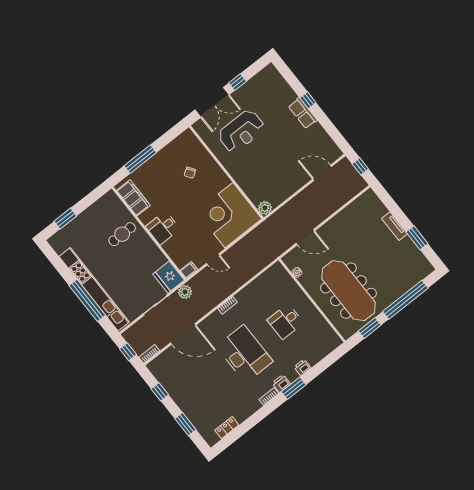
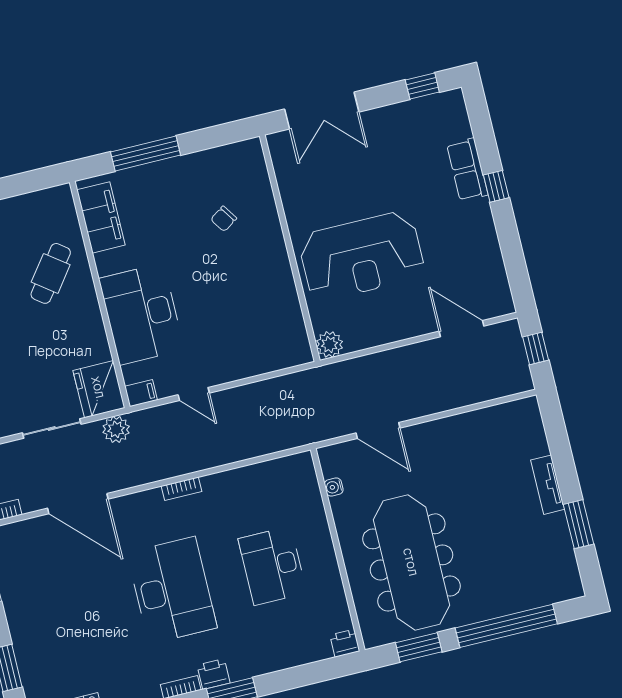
window: (238, 82) -> (422, 86), moved
row of seats: (303, 113) -> (467, 170), moved
reception desk: (241, 131) -> (362, 256), moved, width x1.36, depth x1.30
corner desk: (229, 215) -> (259, 328), removed
desk: (163, 228) -> (142, 314), width x1.87, depth x1.30
cafe table: (122, 234) -> (51, 273), turned -53
desk: (285, 321) -> (272, 566), width x1.37
printer: (302, 367) -> (345, 643), moved

